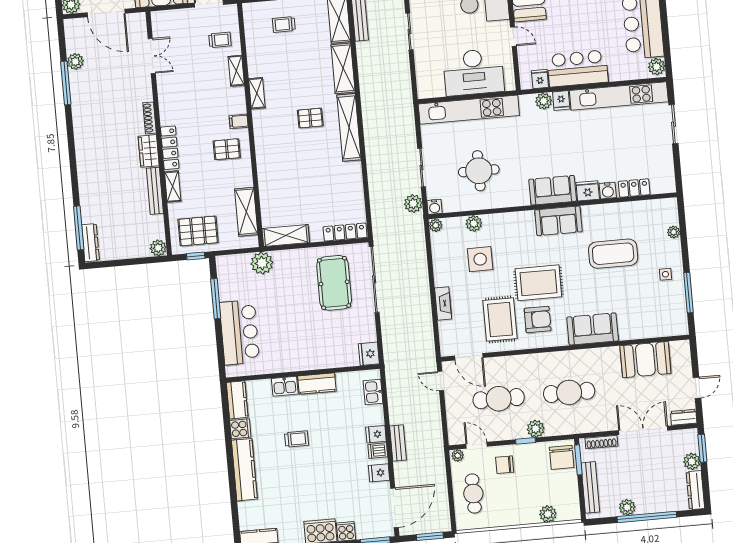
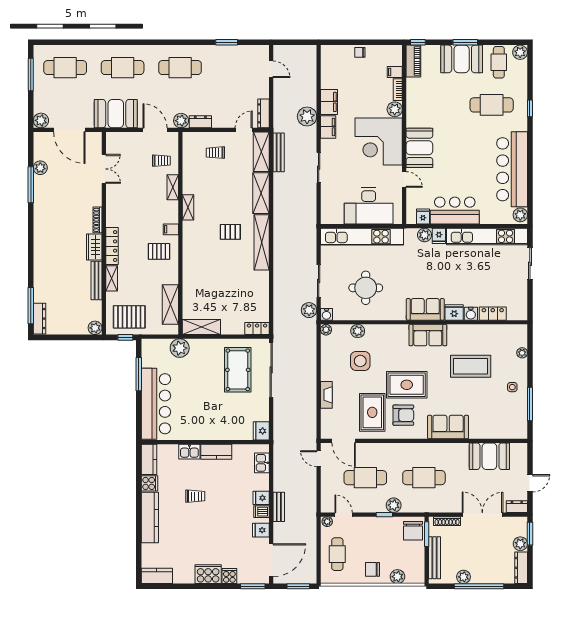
locker: (345, 232) -> (257, 329), width x0.66
bar counter: (239, 332) -> (156, 404), width x1.36
chair: (505, 465) -> (372, 569), moved

